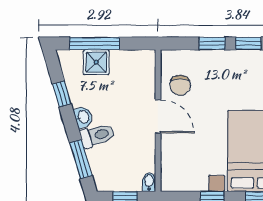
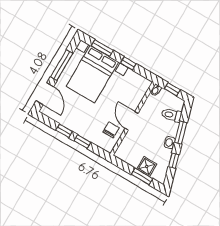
window: (95, 43) -> (142, 177), width x0.69
toilet: (97, 135) -> (172, 115), moved
window: (81, 159) -> (181, 133), moved

